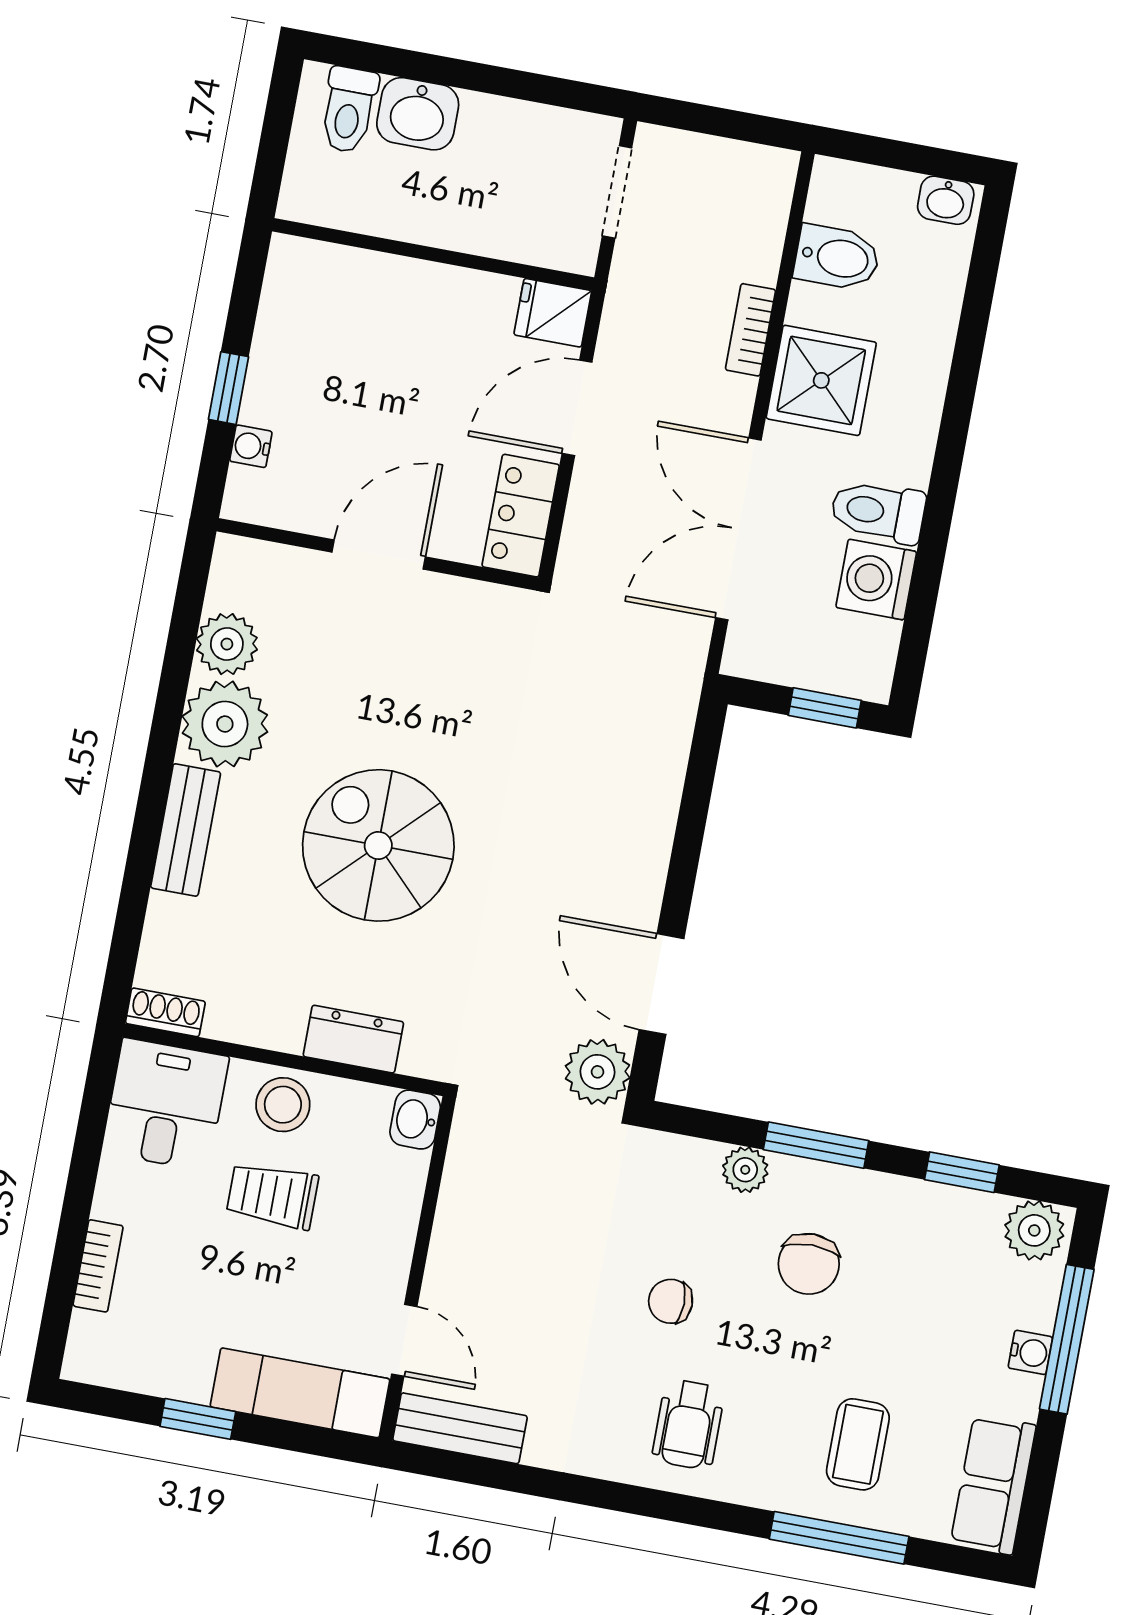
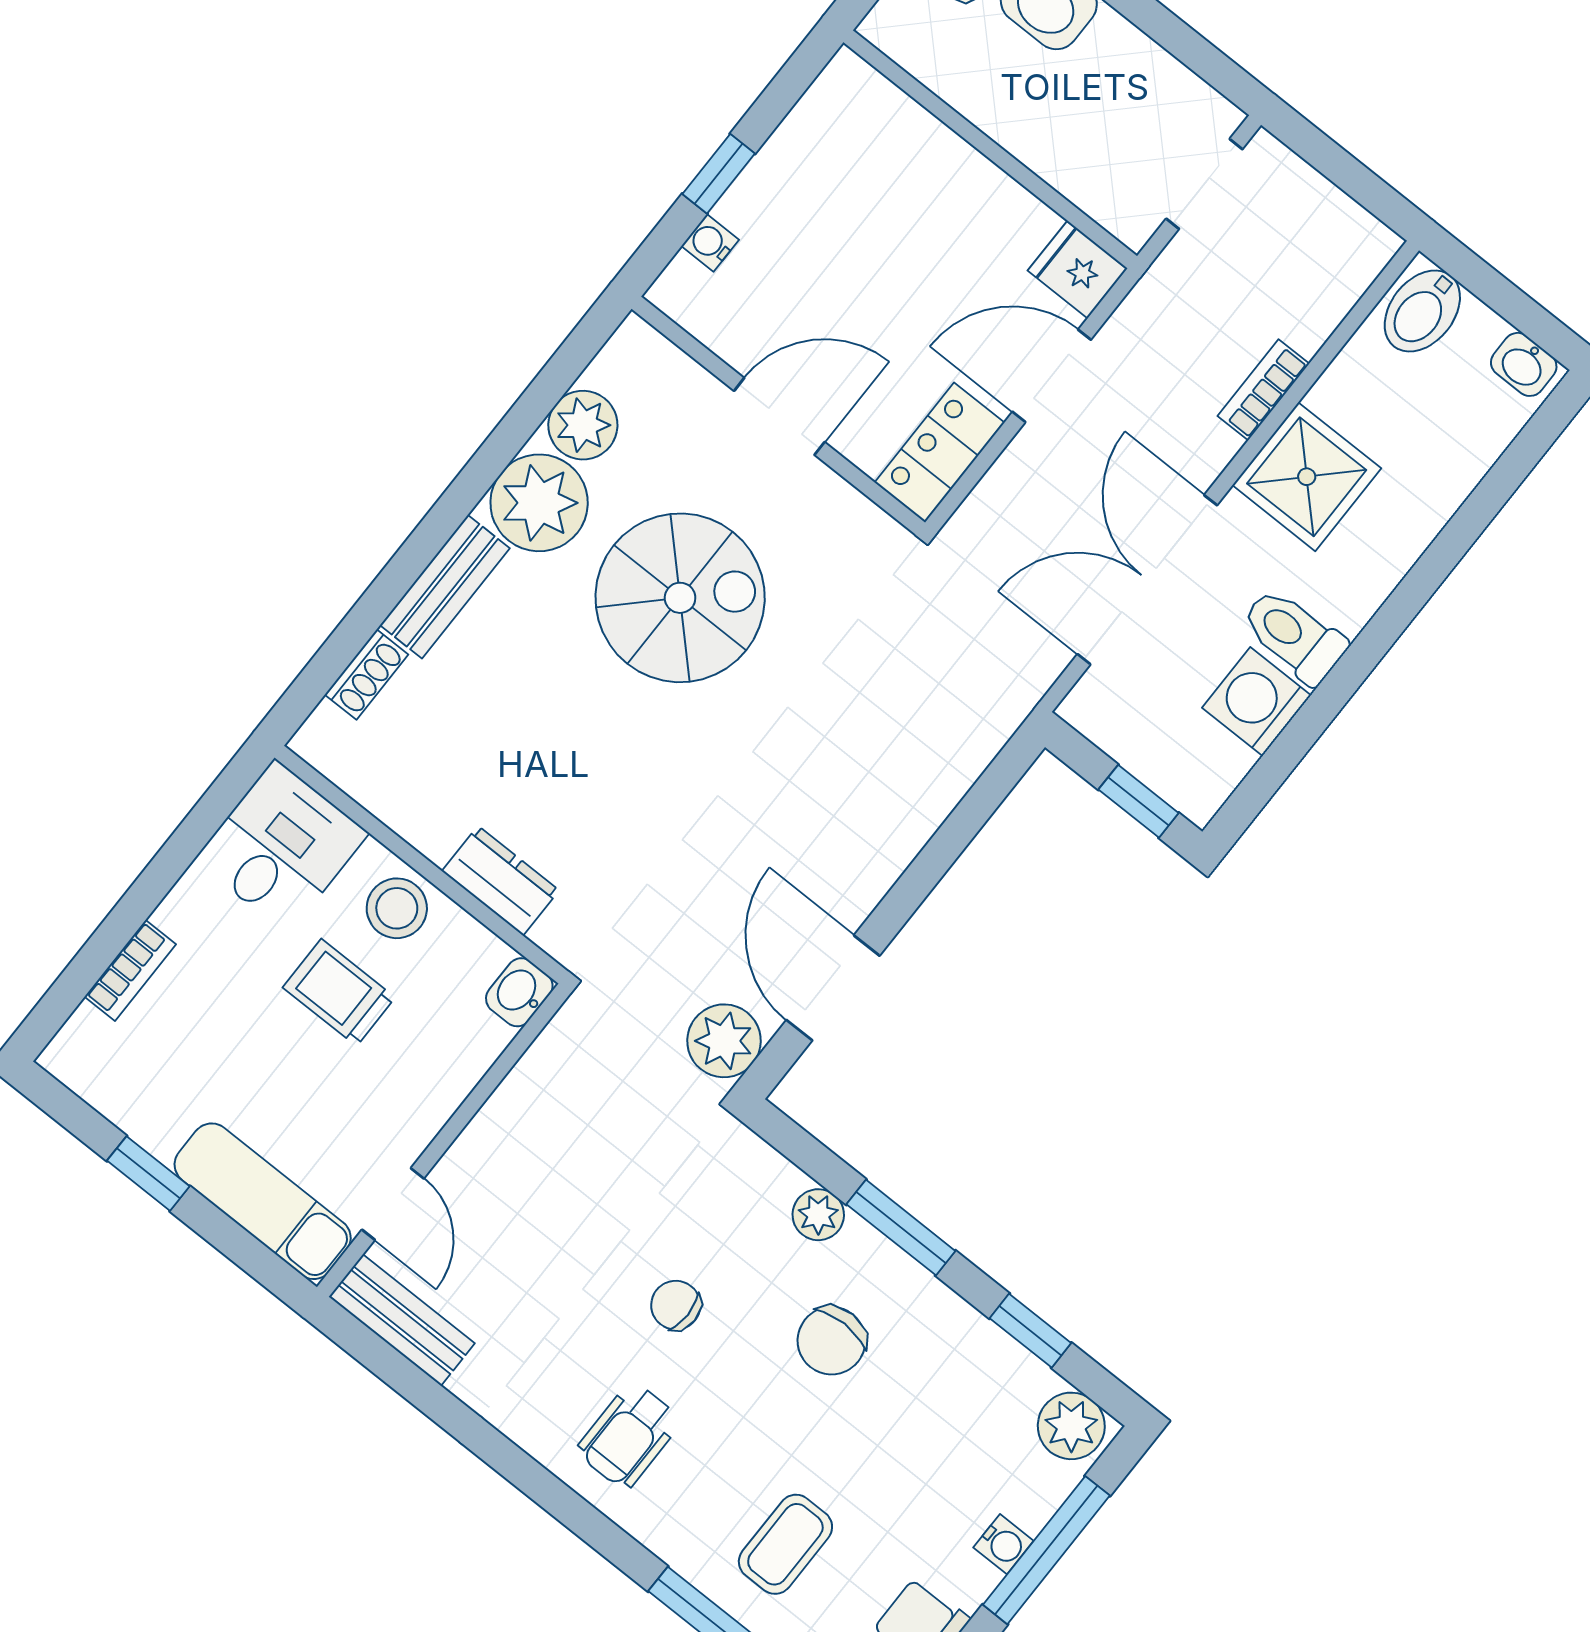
bidet: (837, 258) -> (1422, 311), moved, turned 90
spiral stairs: (378, 845) -> (680, 598), moved, turned 90
shoe rack: (165, 1012) -> (366, 674), moved, turned 90

